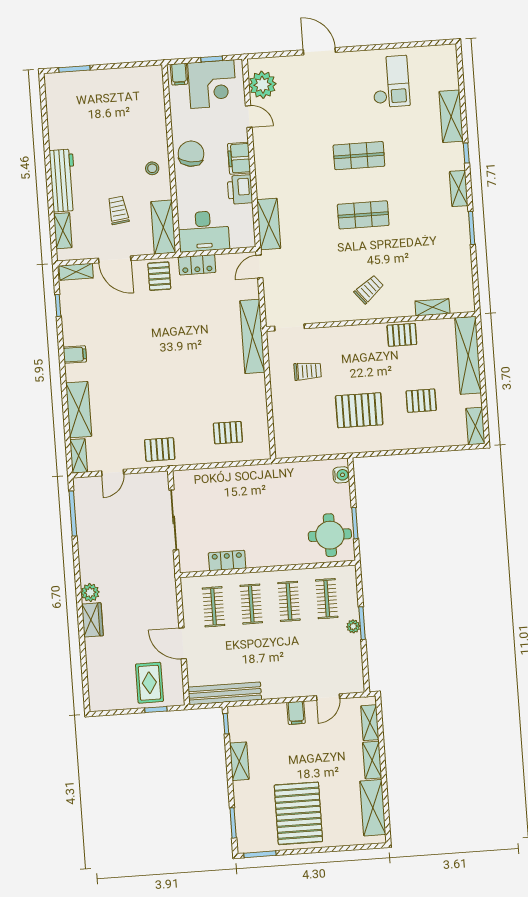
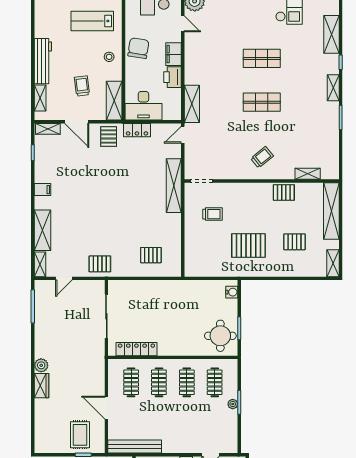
lab bench: (126, 121) -> (92, 21), added
locker: (227, 561) -> (136, 349), width x1.53

